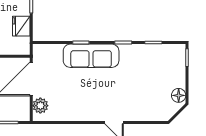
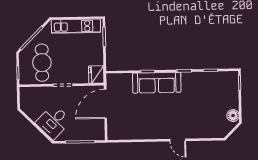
fridge: (21, 26) -> (96, 74), moved
plant: (40, 106) -> (114, 127), removed

